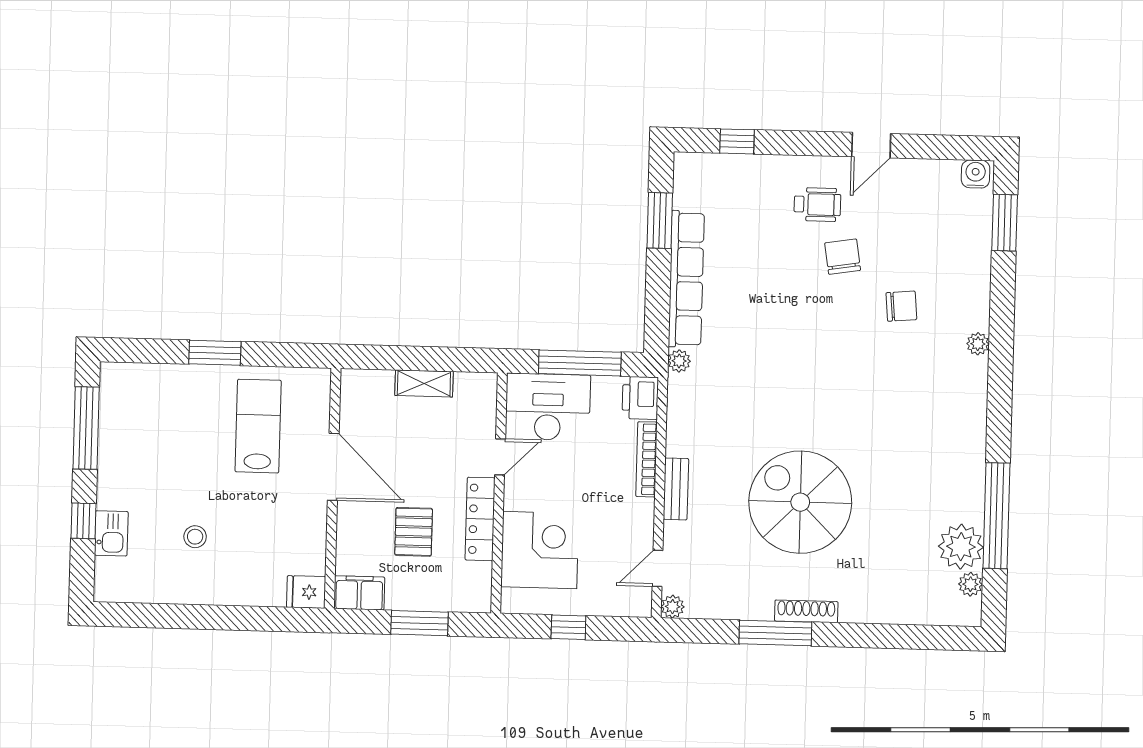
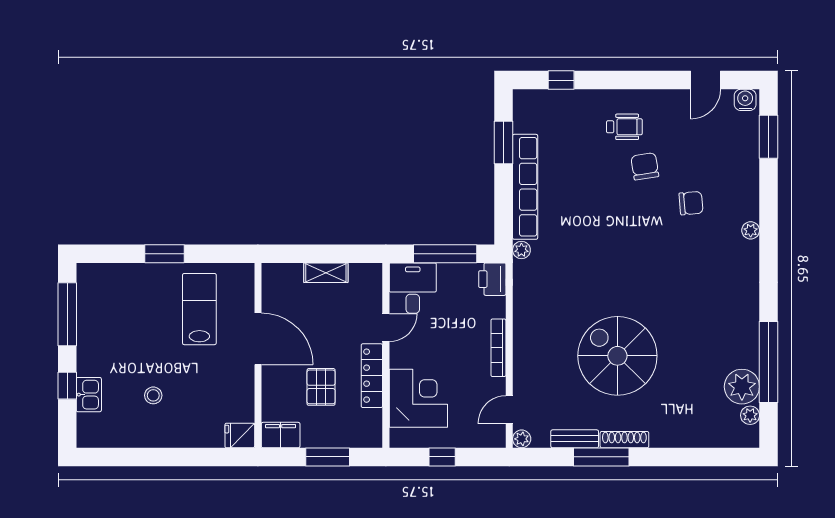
door: (871, 145) -> (706, 80), moved
desk: (548, 407) -> (413, 288), width x0.73
bookcase: (646, 459) -> (498, 348), moved
bench: (676, 489) -> (575, 439), moved, turned 90

